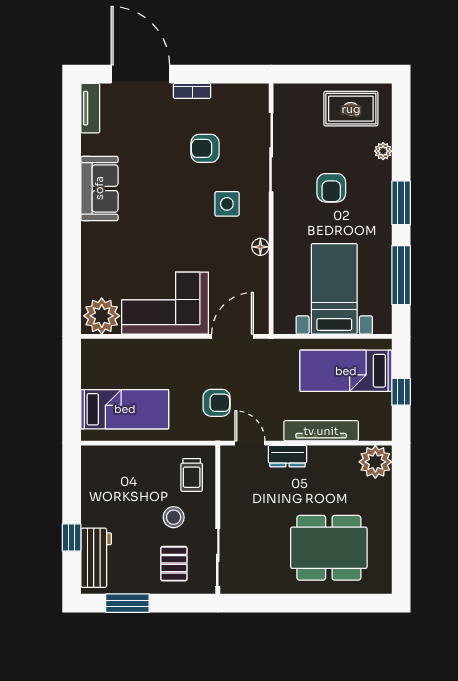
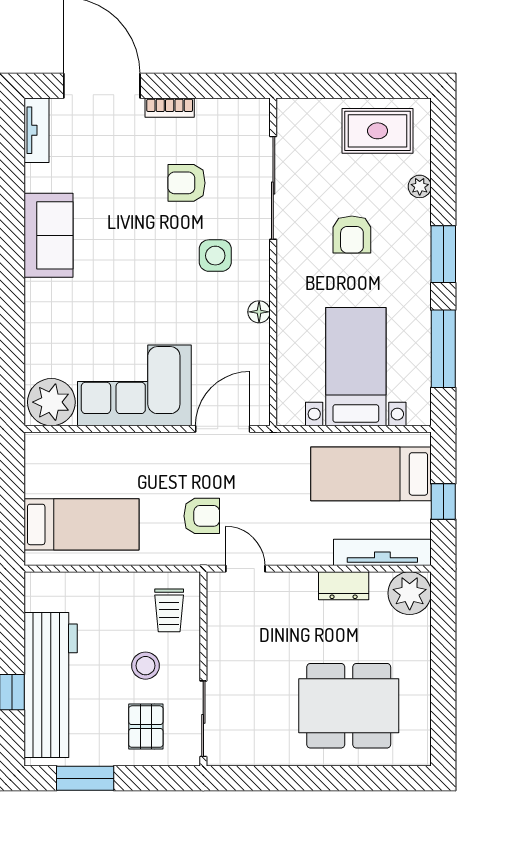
tv unit: (321, 431) -> (382, 552), moved
dresser: (287, 456) -> (344, 586), moved
workbench: (96, 558) -> (51, 685), width x1.88, depth x1.32

